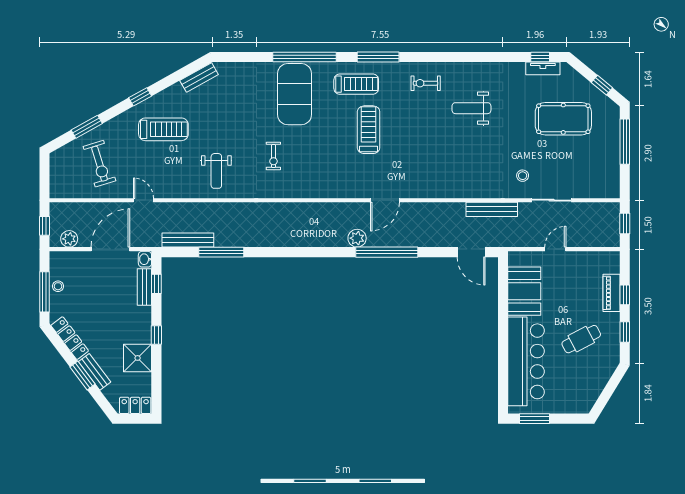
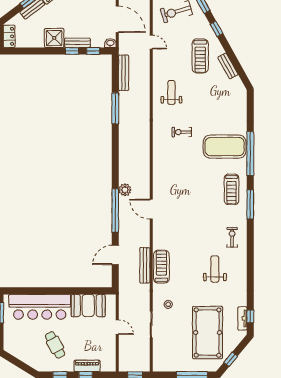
bench: (199, 77) -> (228, 66), moved
window: (140, 97) -> (217, 29), moved
pool table: (563, 119) -> (208, 333), width x1.36, depth x1.32
treadmill: (369, 130) -> (161, 267), moved, turned -90
weight bench: (216, 171) -> (171, 93), turned 90
door: (143, 200) -> (151, 42), hinge flipped
bench: (492, 209) -> (145, 265), moved
window: (221, 252) -> (115, 108), moved
door: (471, 252) -> (115, 255), moved
bench: (144, 287) -> (77, 43), moved
window: (156, 335) -> (72, 51), moved
shower: (138, 358) -> (54, 38), moved

